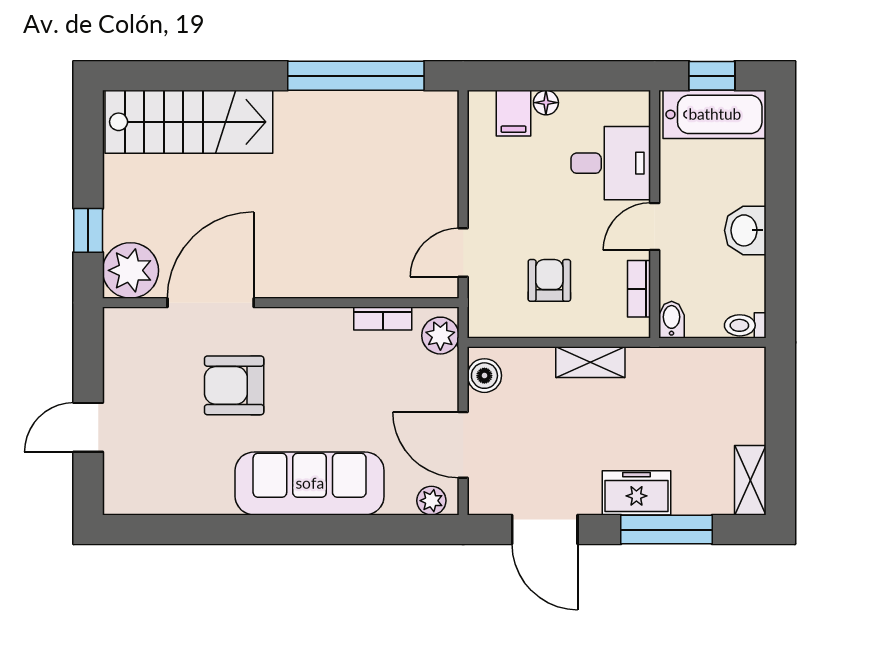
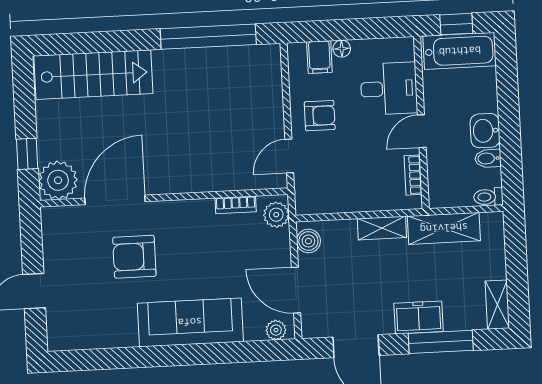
armchair: (549, 280) -> (320, 116), moved, turned 90
bidet: (672, 320) -> (488, 158), moved, turned -90
shelving: (679, 367) -> (444, 228), added

